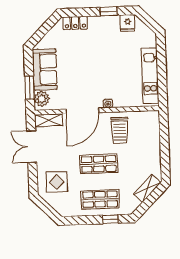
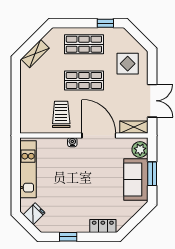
fridge: (128, 23) -> (34, 214), moved, turned 45
window: (30, 88) -> (152, 174), moved
door: (82, 111) -> (99, 136), hinge flipped
window: (110, 219) -> (105, 23), moved

